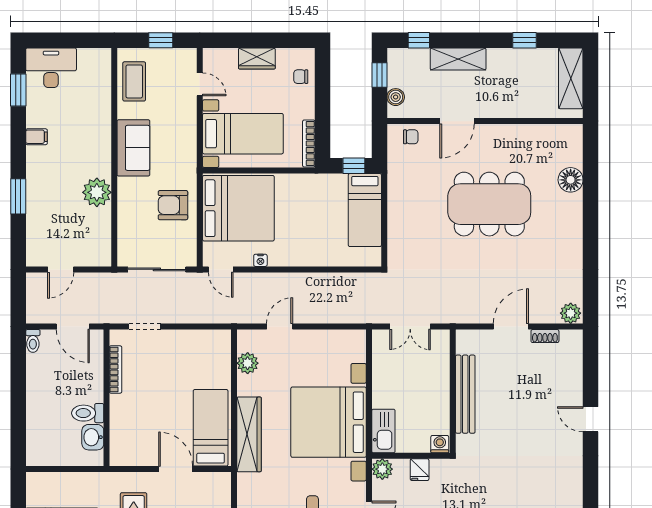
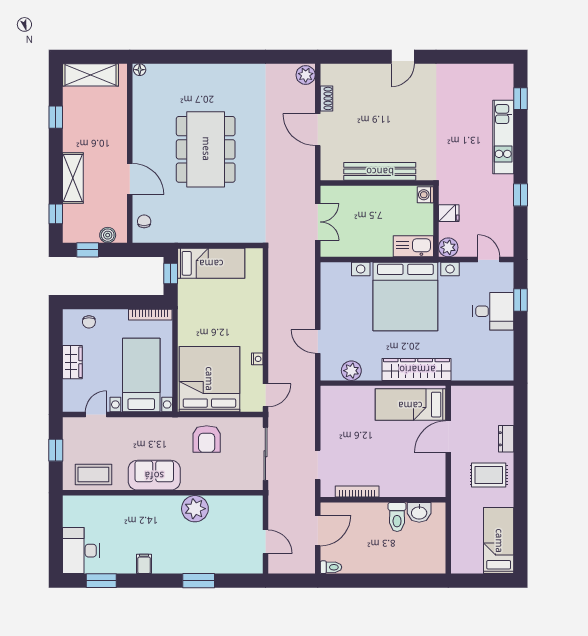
floor lamp: (571, 180) -> (140, 70), moved, width x0.53, depth x0.53

